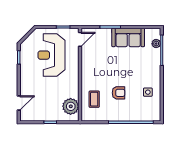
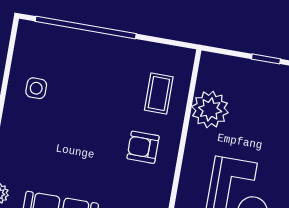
armchair: (119, 93) -> (143, 147), moved
plant: (71, 106) -> (210, 109), moved

